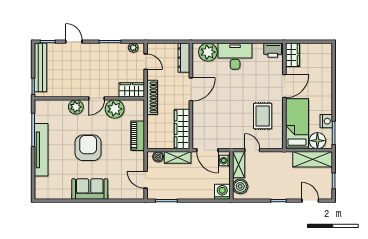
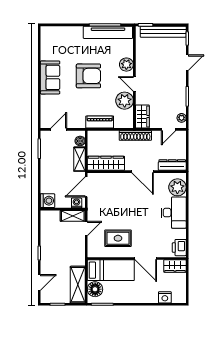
nightstand: (326, 121) -> (165, 297), moved
tv unit: (41, 150) -> (108, 32), moved
boiler: (240, 186) -> (52, 217), removed

